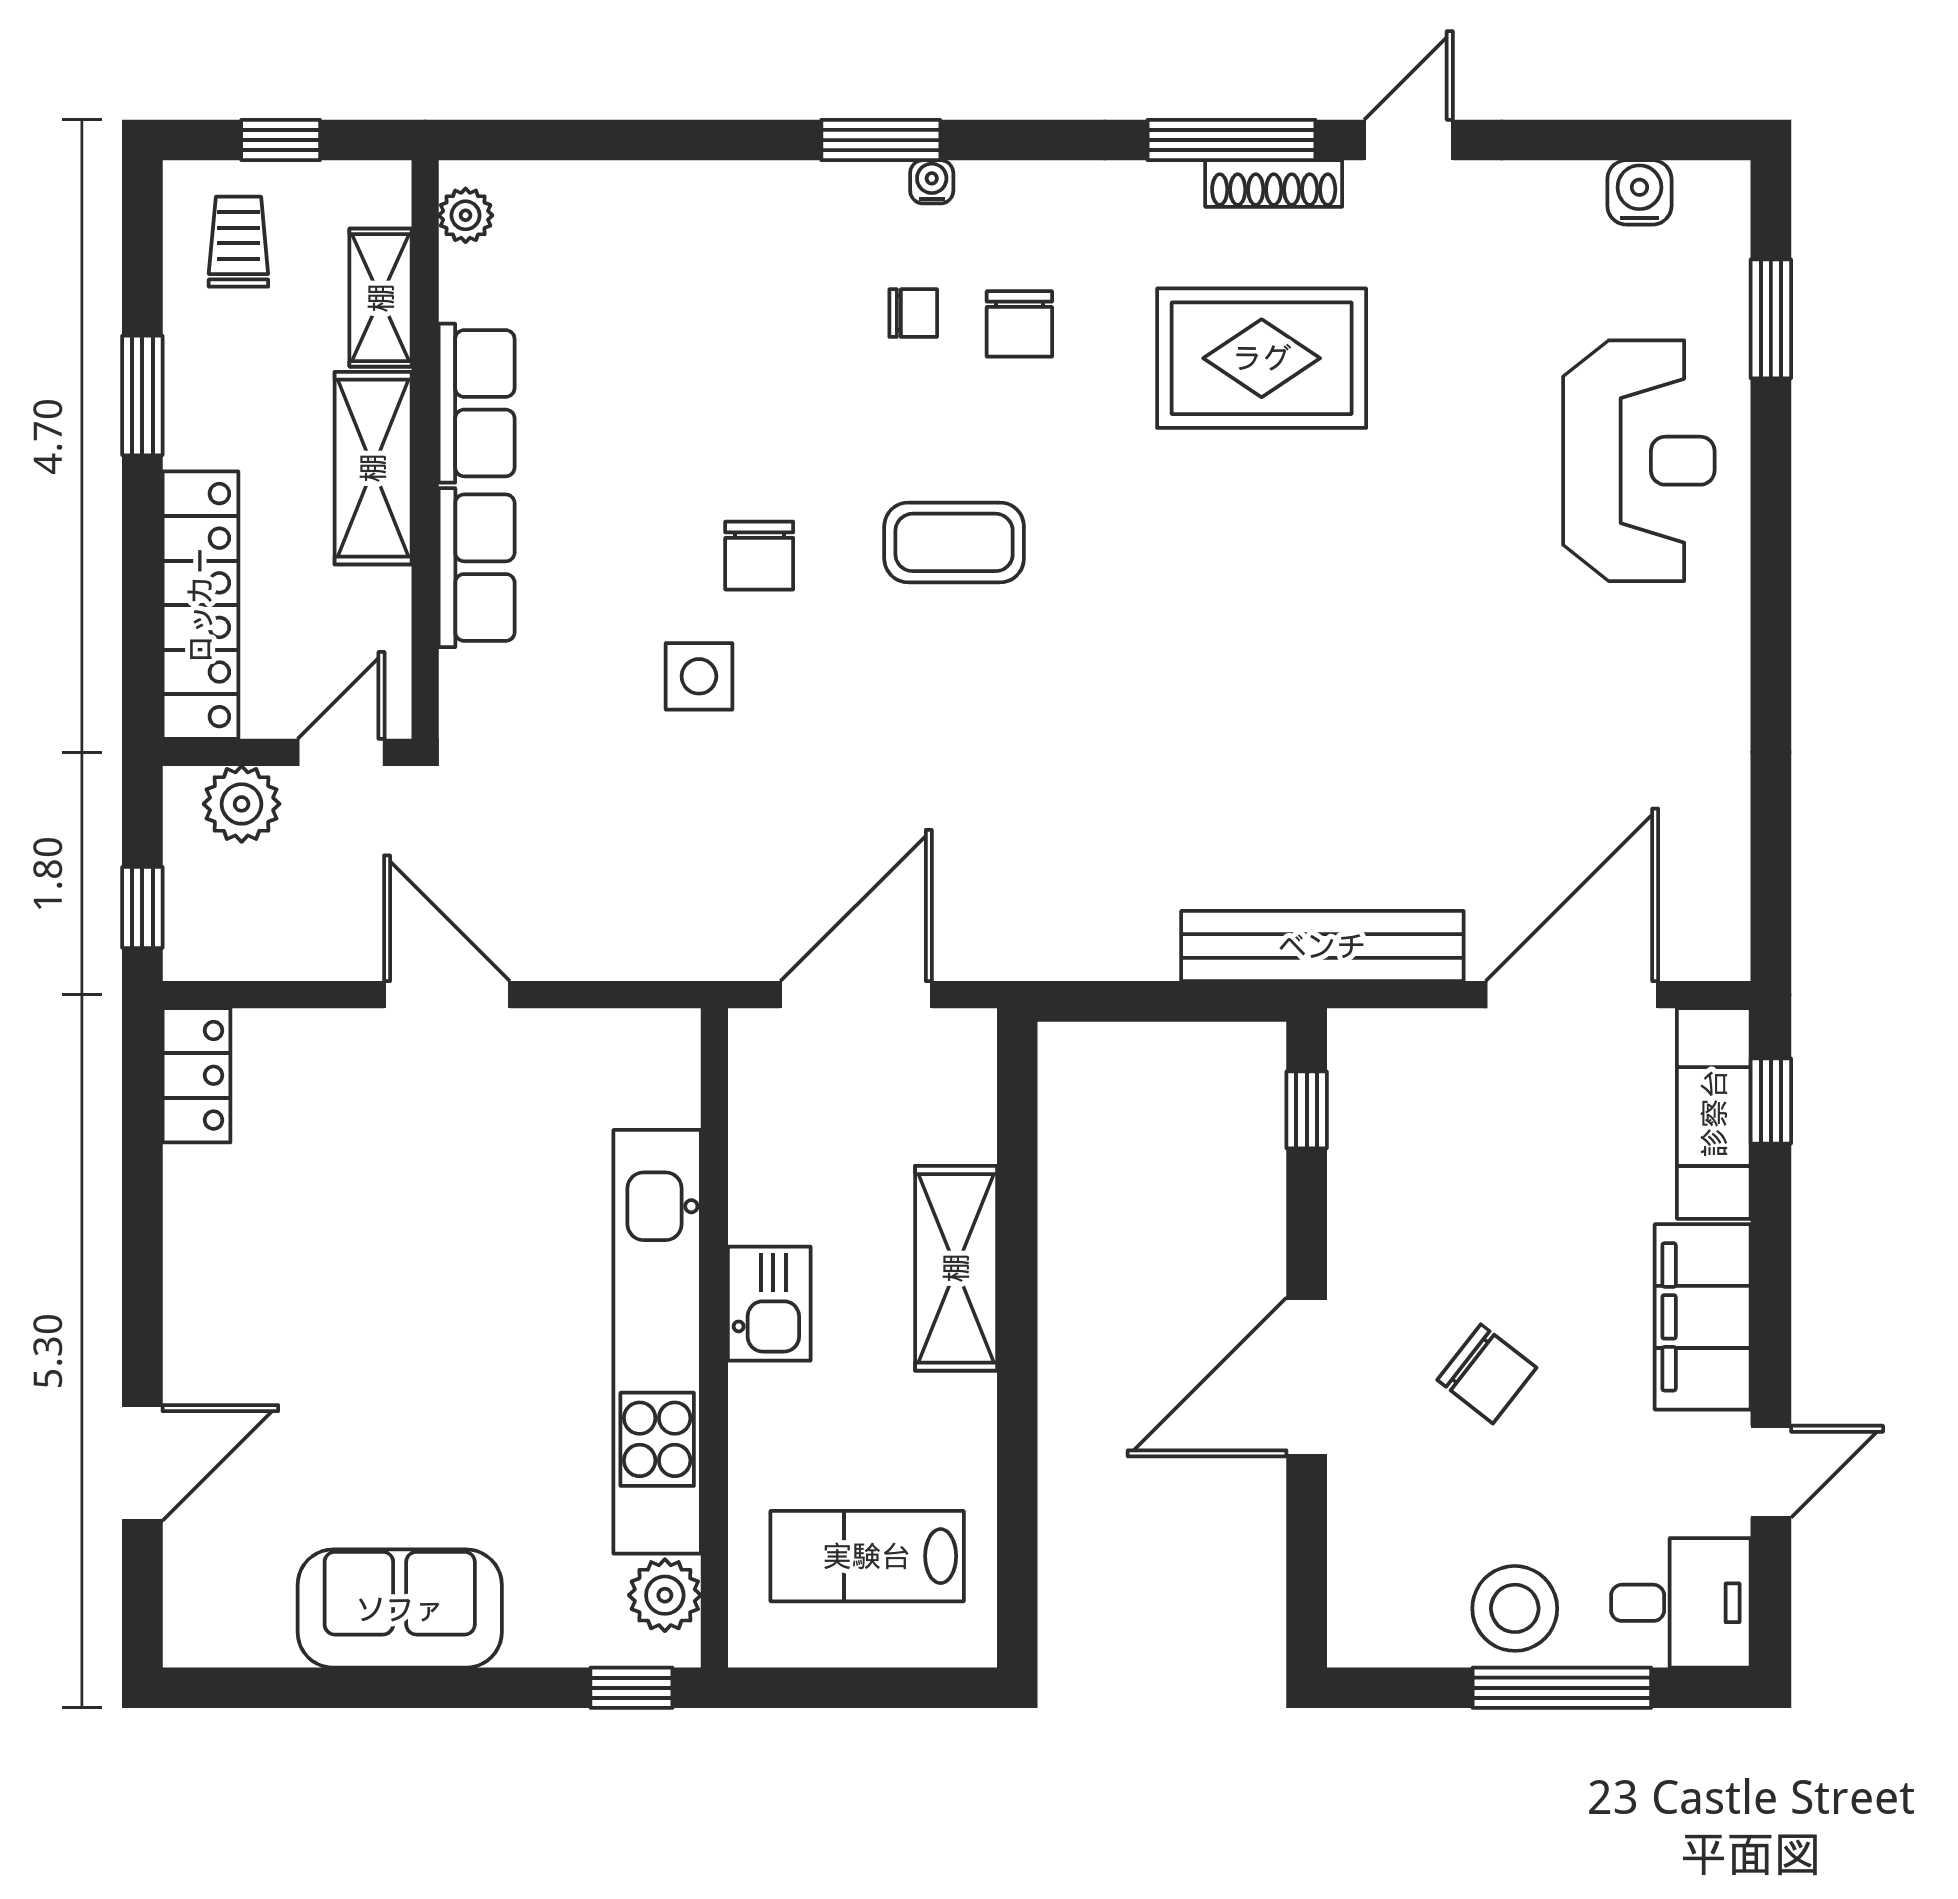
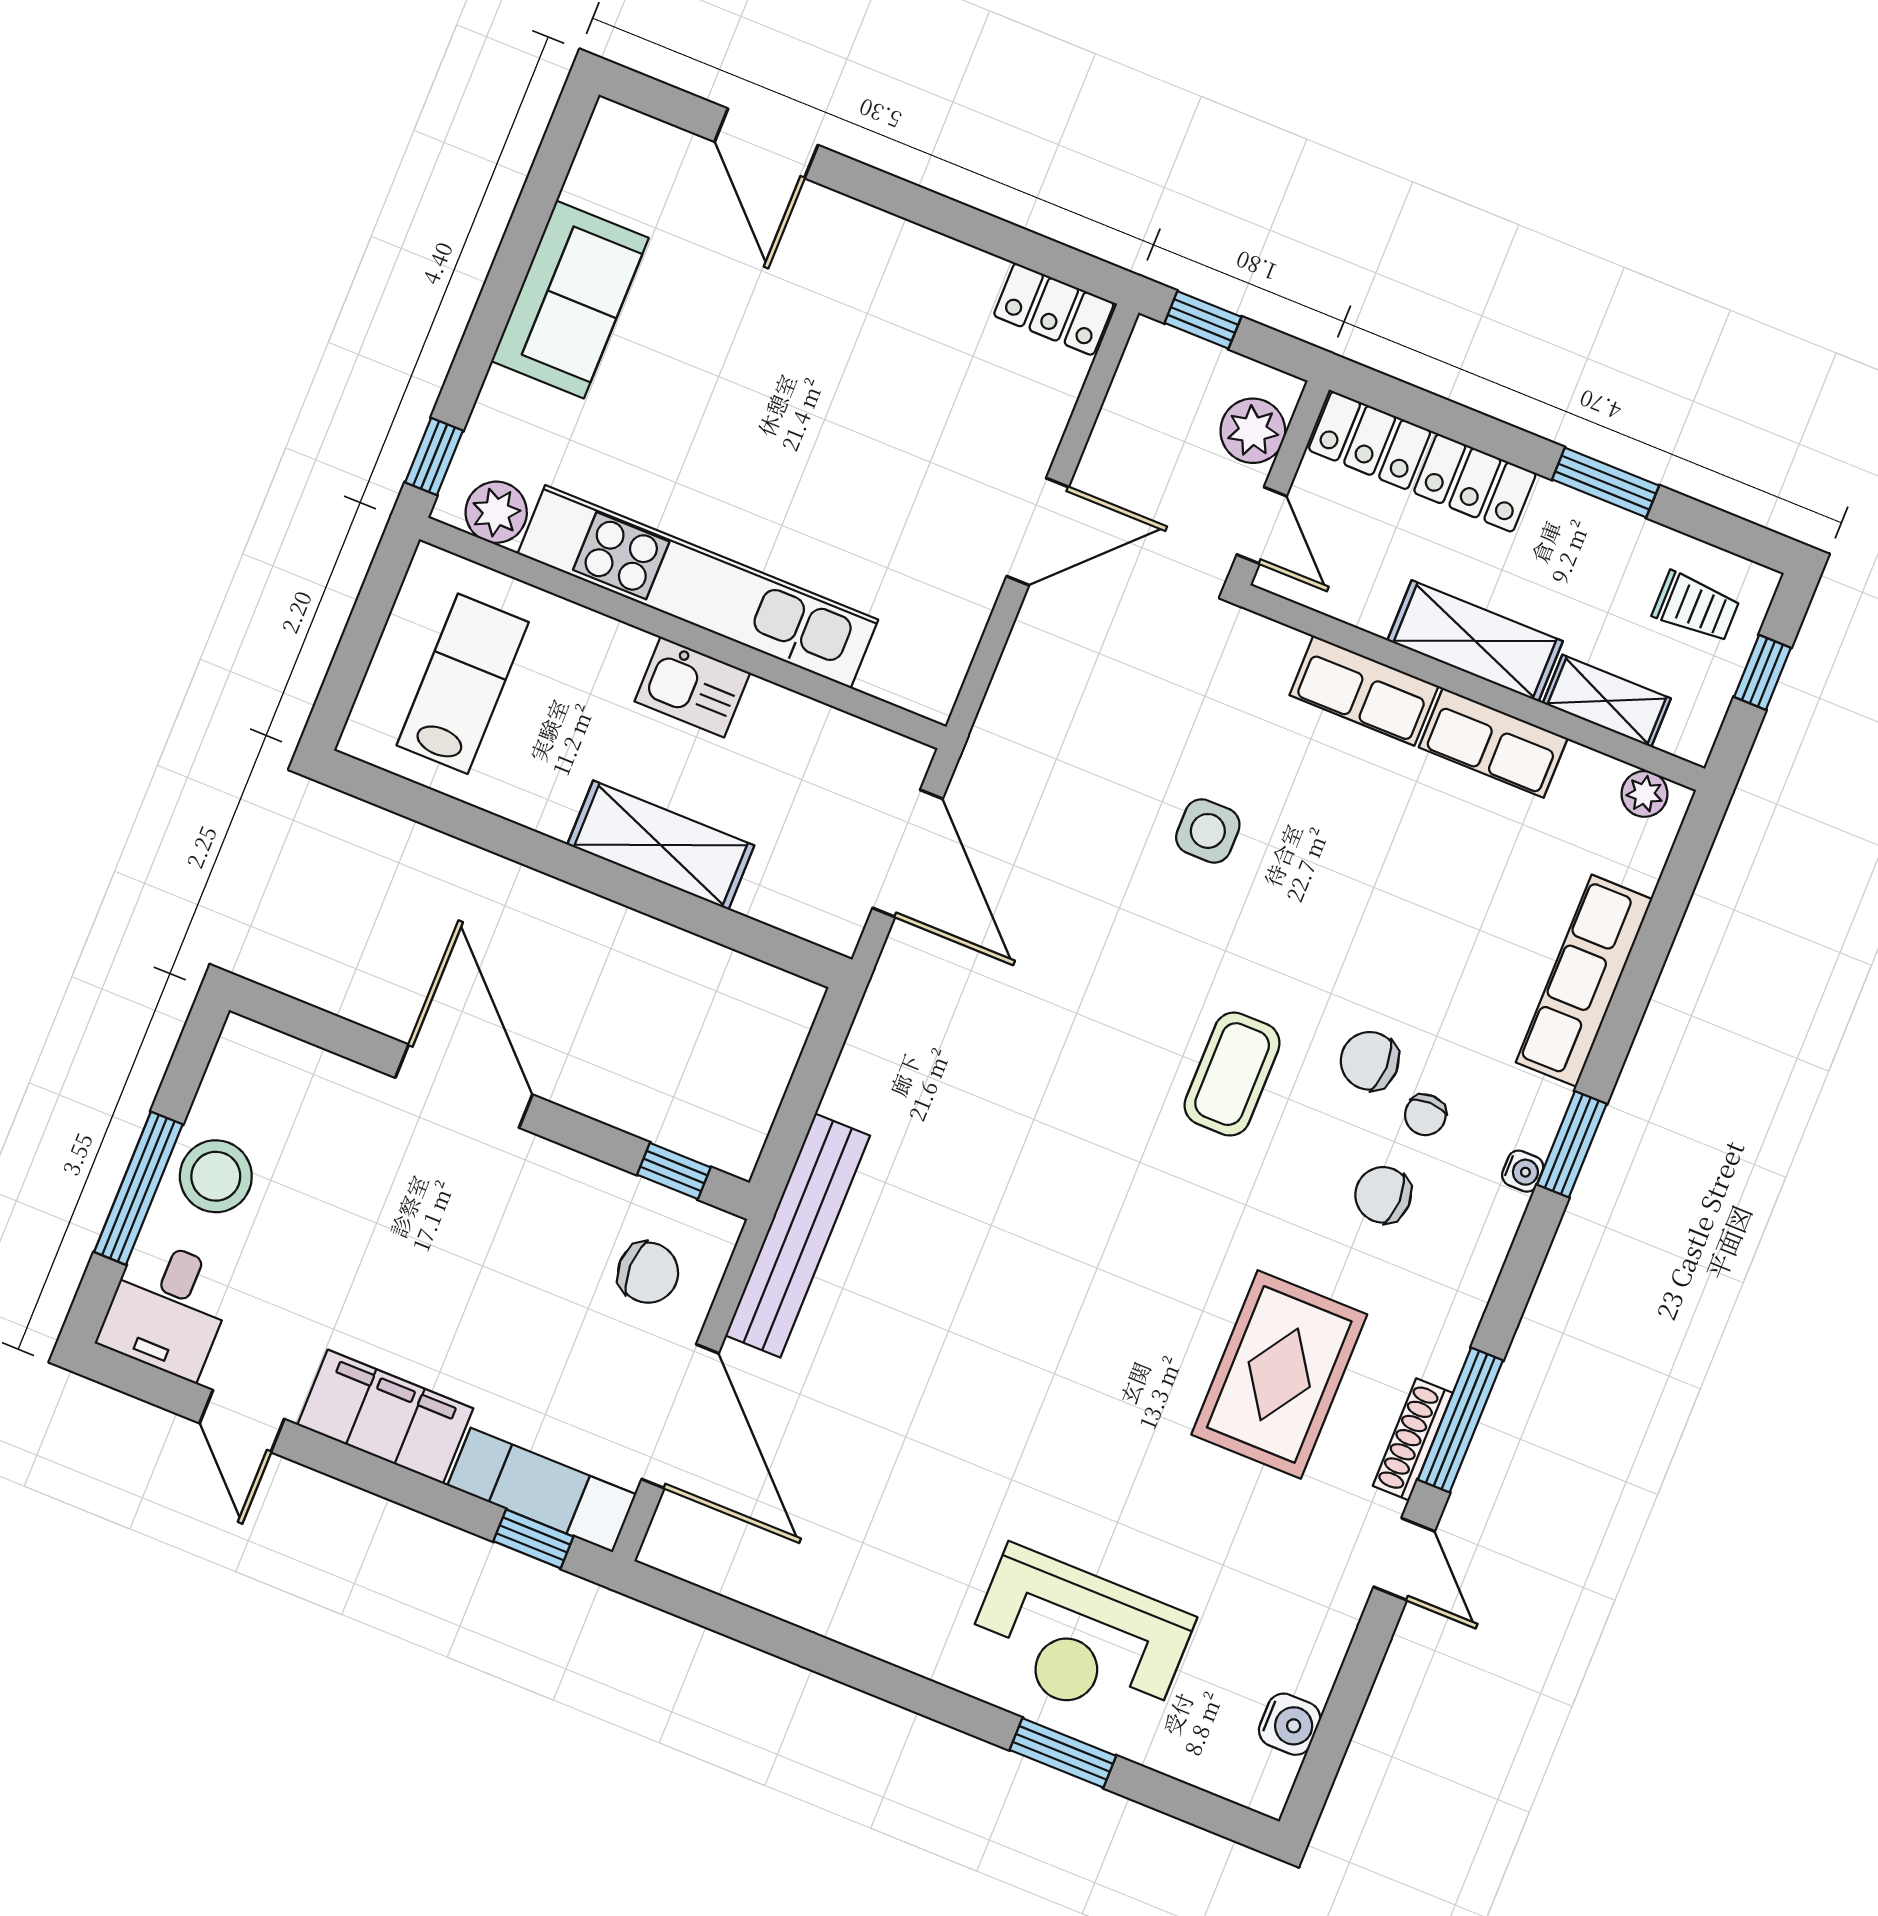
row of seats: (697, 199) -> (1584, 981), added
window: (1771, 319) -> (1063, 1753), moved
chair: (759, 556) -> (1370, 1061), moved
chair: (1487, 1374) -> (648, 1273), moved, turned -128

